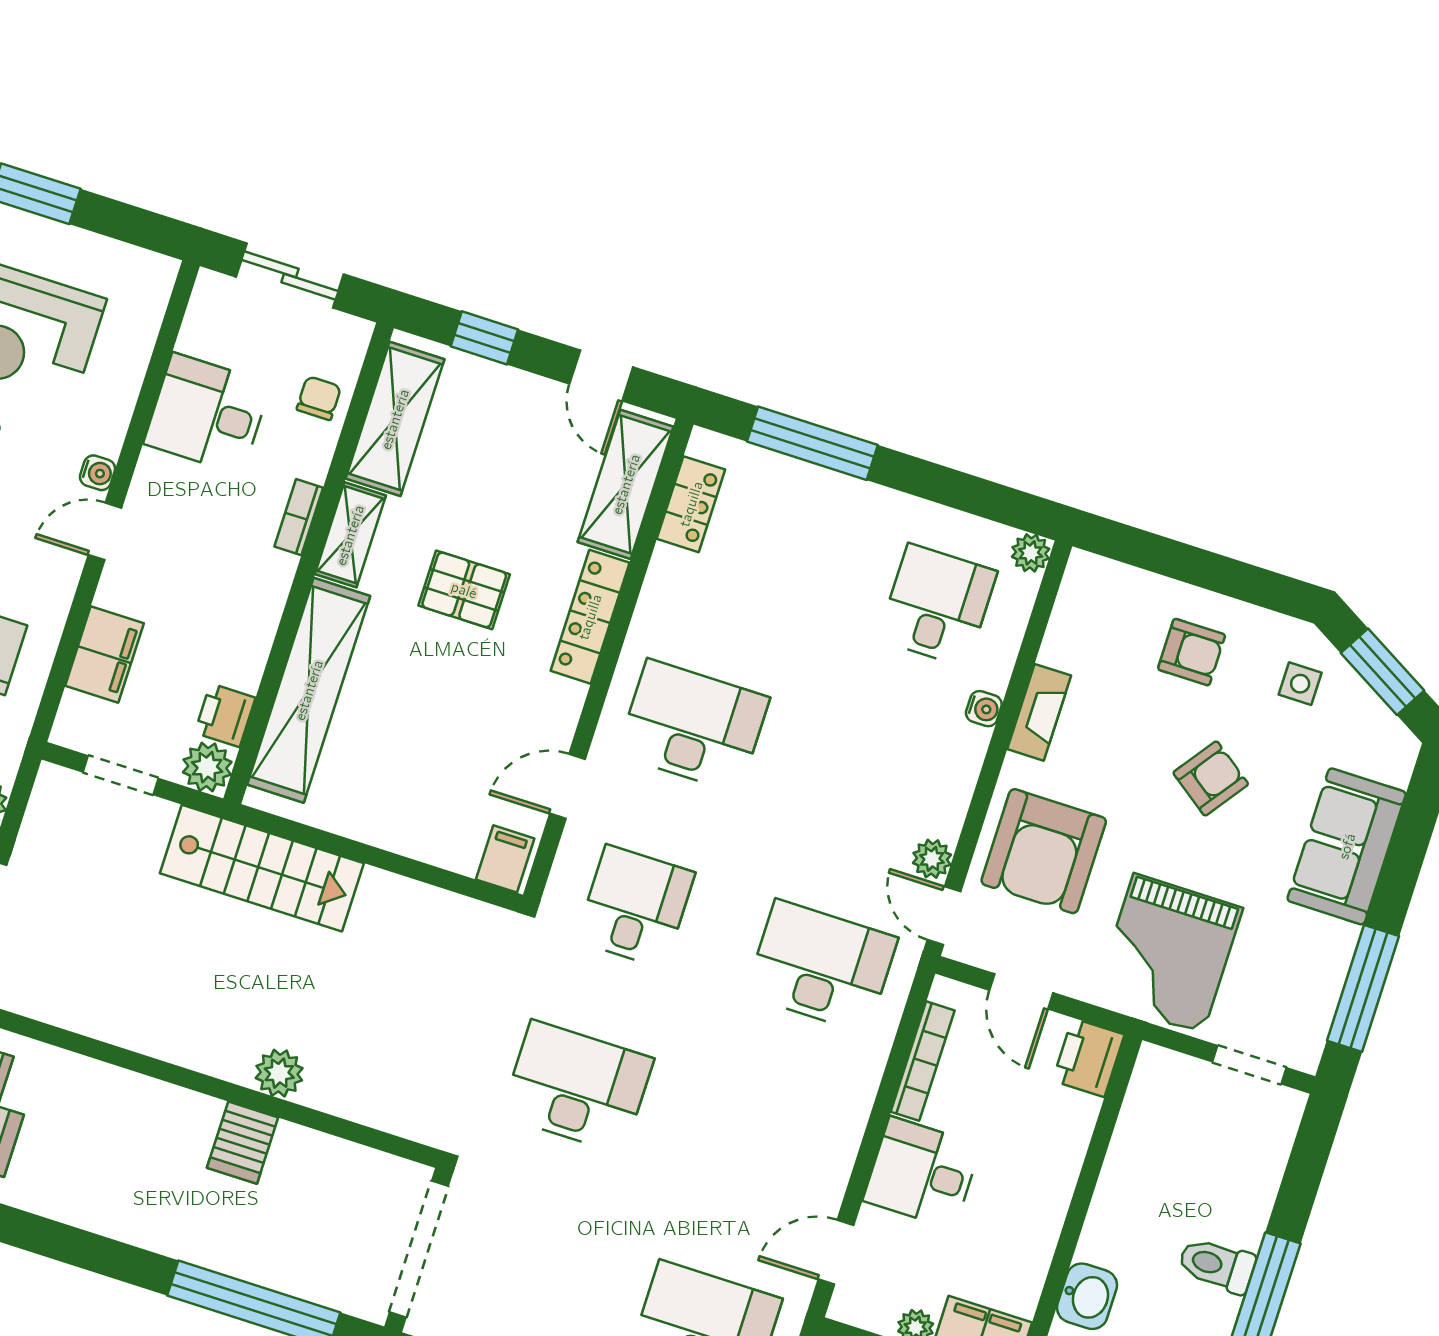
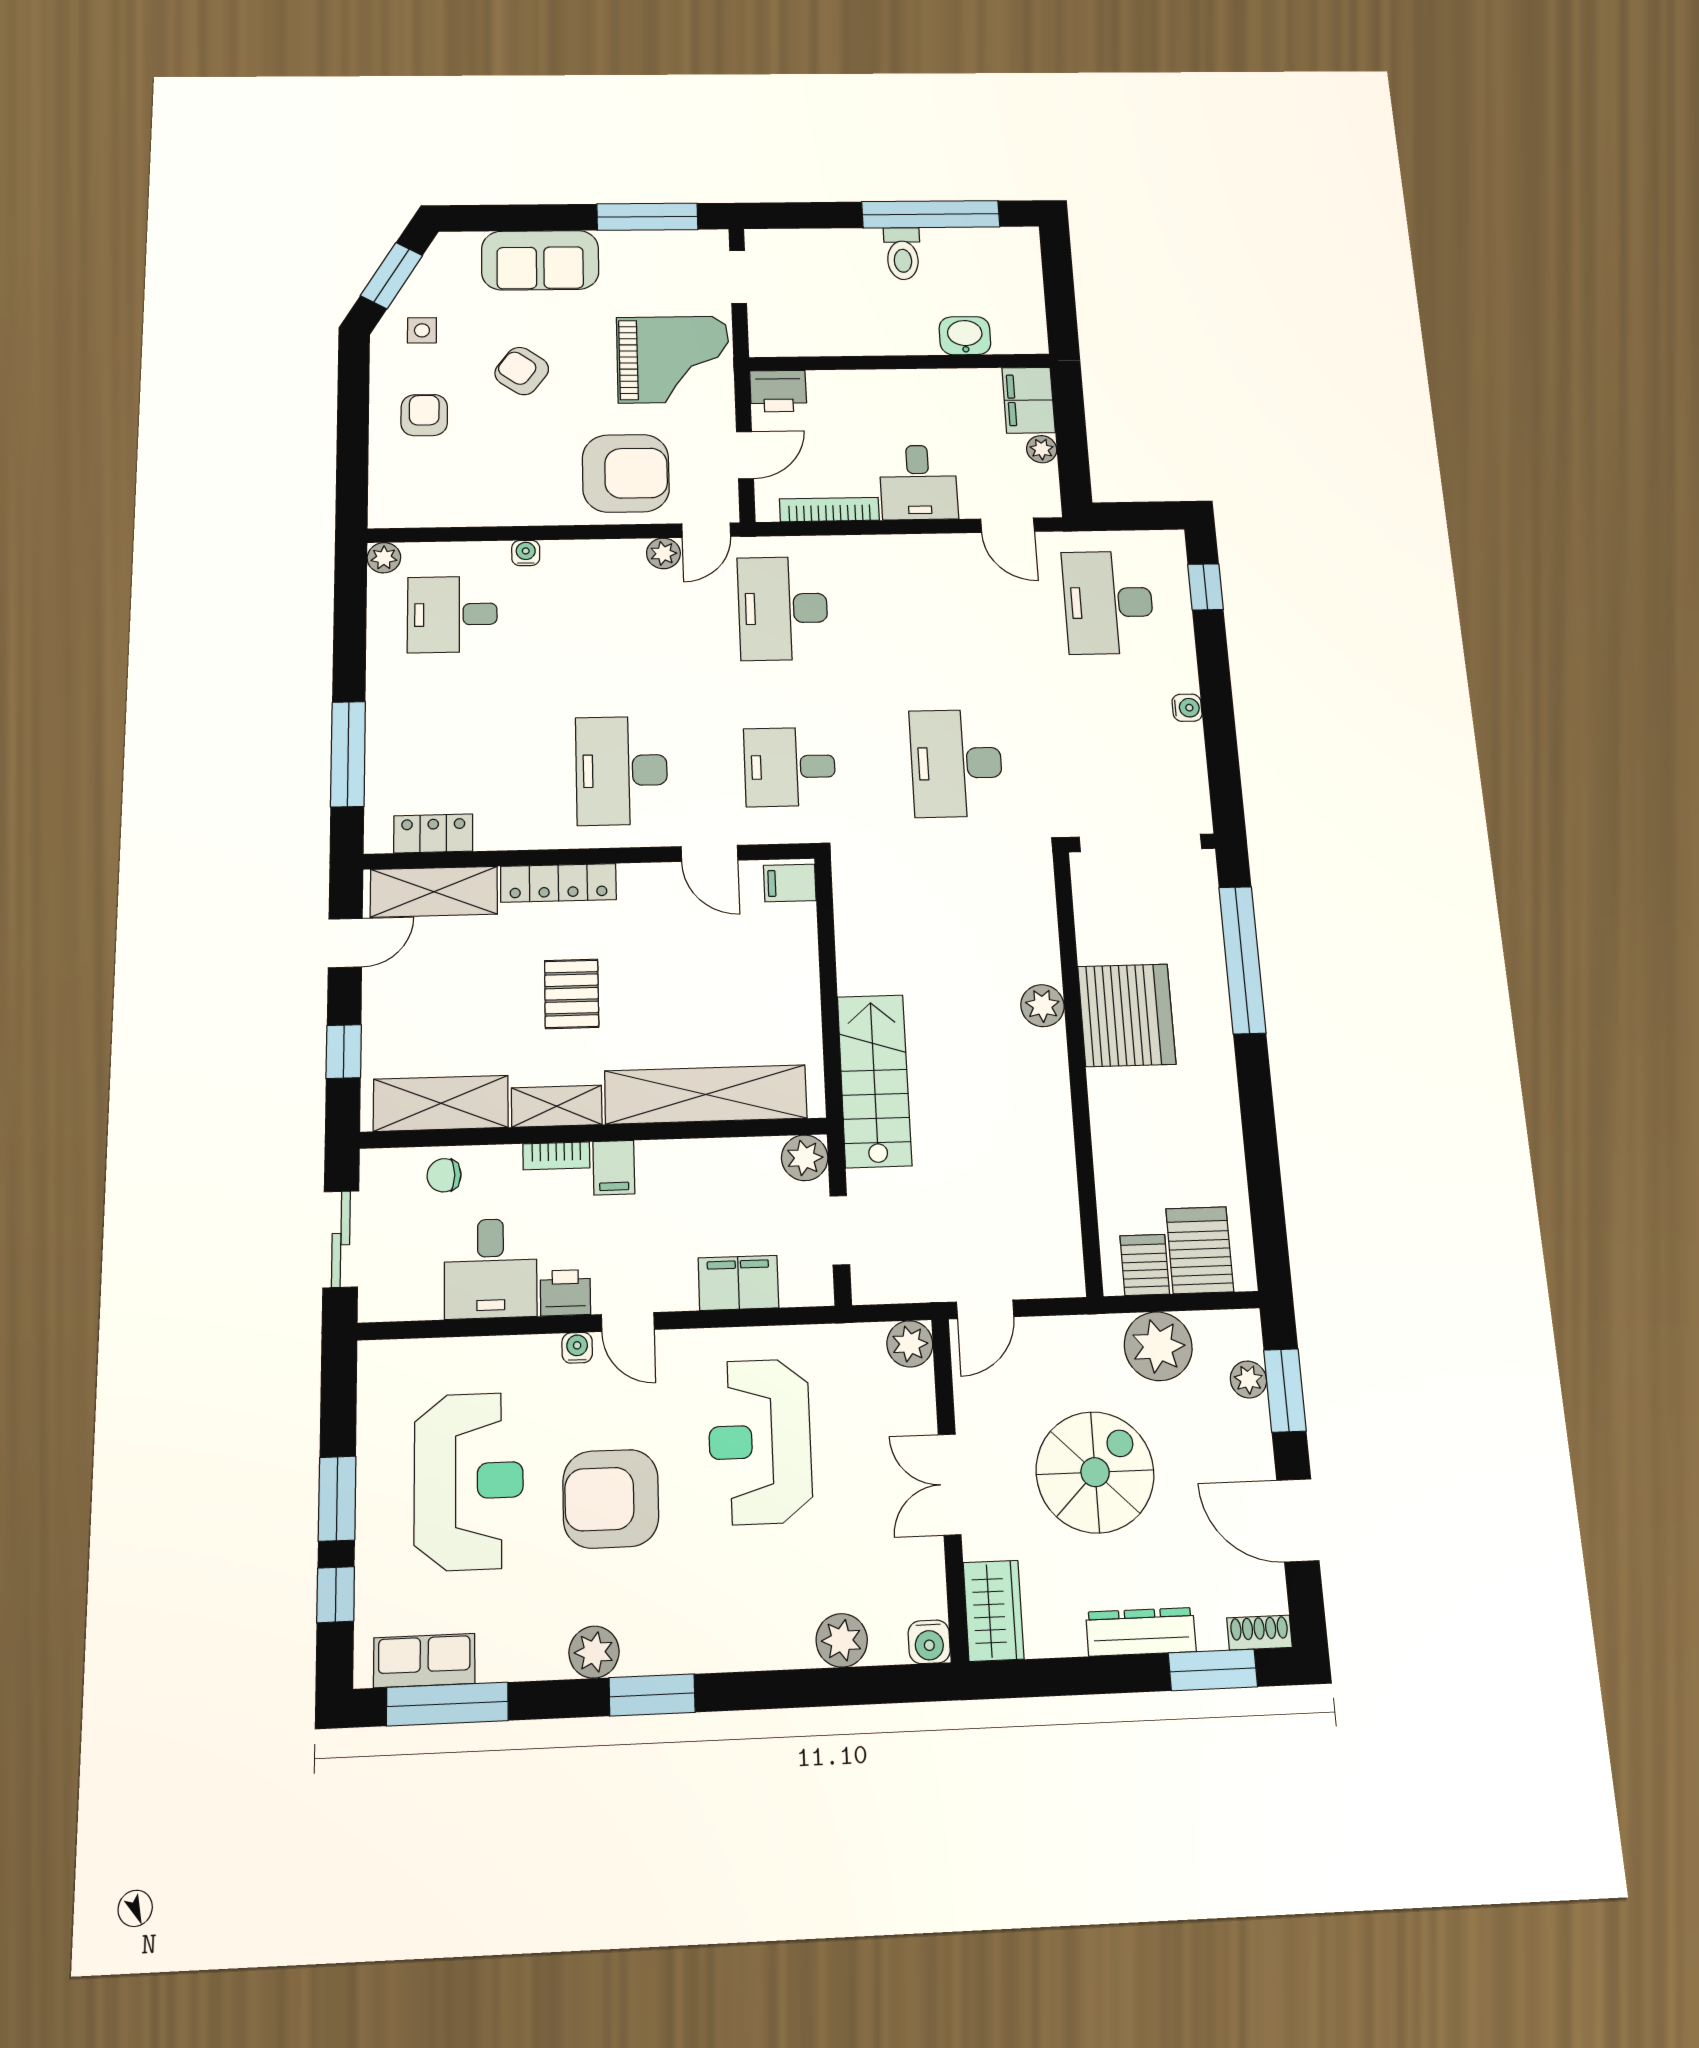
filing cabinet: (266, 571) -> (614, 1168), added
fireplace: (1039, 712) -> (514, 511), removed
printer: (225, 715) -> (565, 1293), moved, turned 180
server rack: (243, 1143) -> (1127, 1015), width x2.18, depth x1.44

